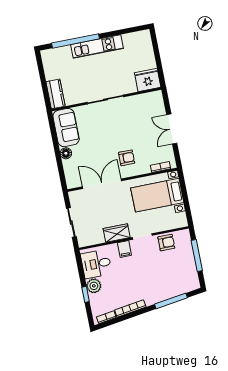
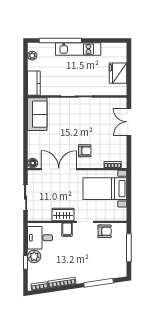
plant: (48, 64) -> (32, 56), added
fridge: (148, 80) -> (118, 73), moved, turned -90
double door: (172, 129) -> (129, 122), moved
floor lamp: (66, 153) -> (33, 163), moved

